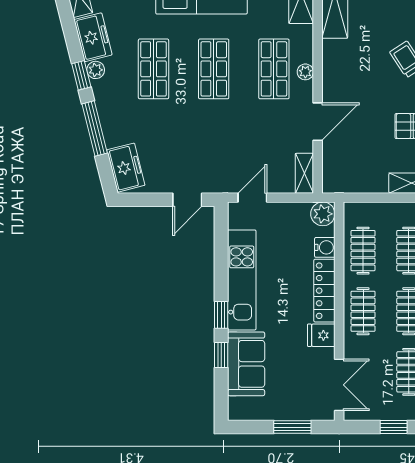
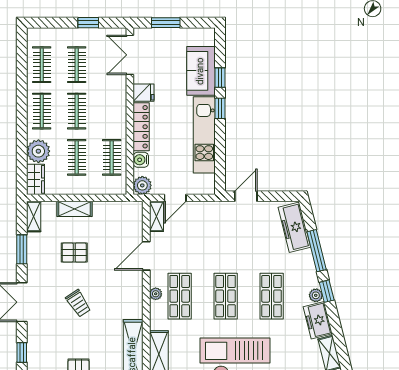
freezer: (126, 168) -> (294, 227), width x1.40
door: (252, 198) -> (175, 198), moved
clothes rail: (363, 311) -> (112, 111), removed

